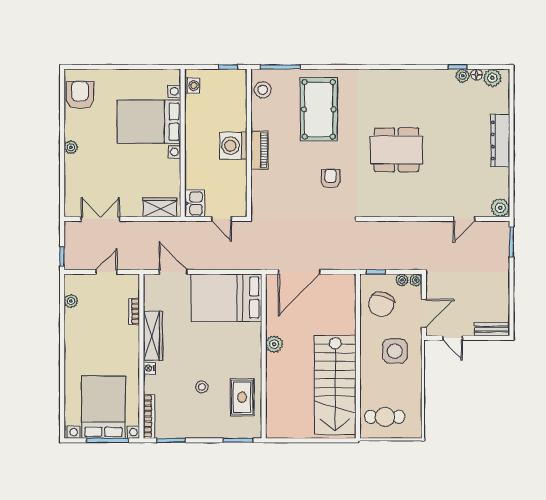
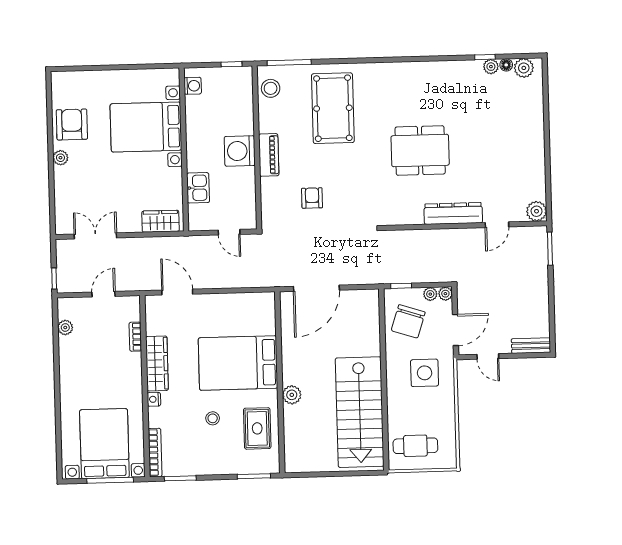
armchair: (80, 95) -> (72, 124), moved
dresser: (500, 140) -> (453, 213), moved, turned 90
armchair: (331, 178) -> (312, 198), moved
kitchen sink: (195, 203) -> (198, 188), moved
bed: (226, 298) -> (238, 363), moved
plant: (274, 344) -> (292, 395), moved

